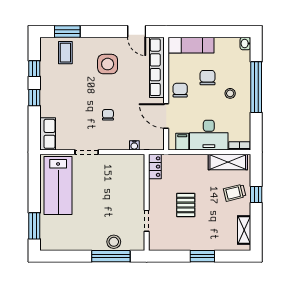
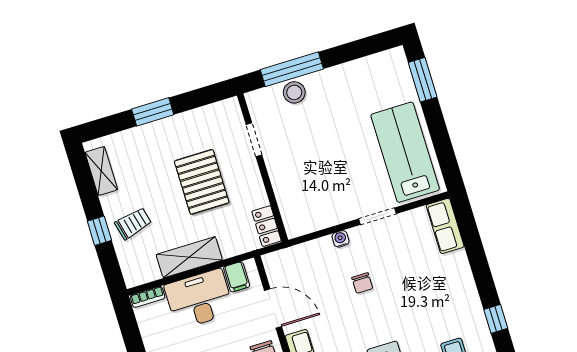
window: (34, 98) -> (482, 275), removed
water cooler: (134, 145) -> (341, 239), moved
shelving: (228, 162) -> (189, 257), moved
pallet: (186, 205) -> (202, 182), width x1.50, depth x1.42

